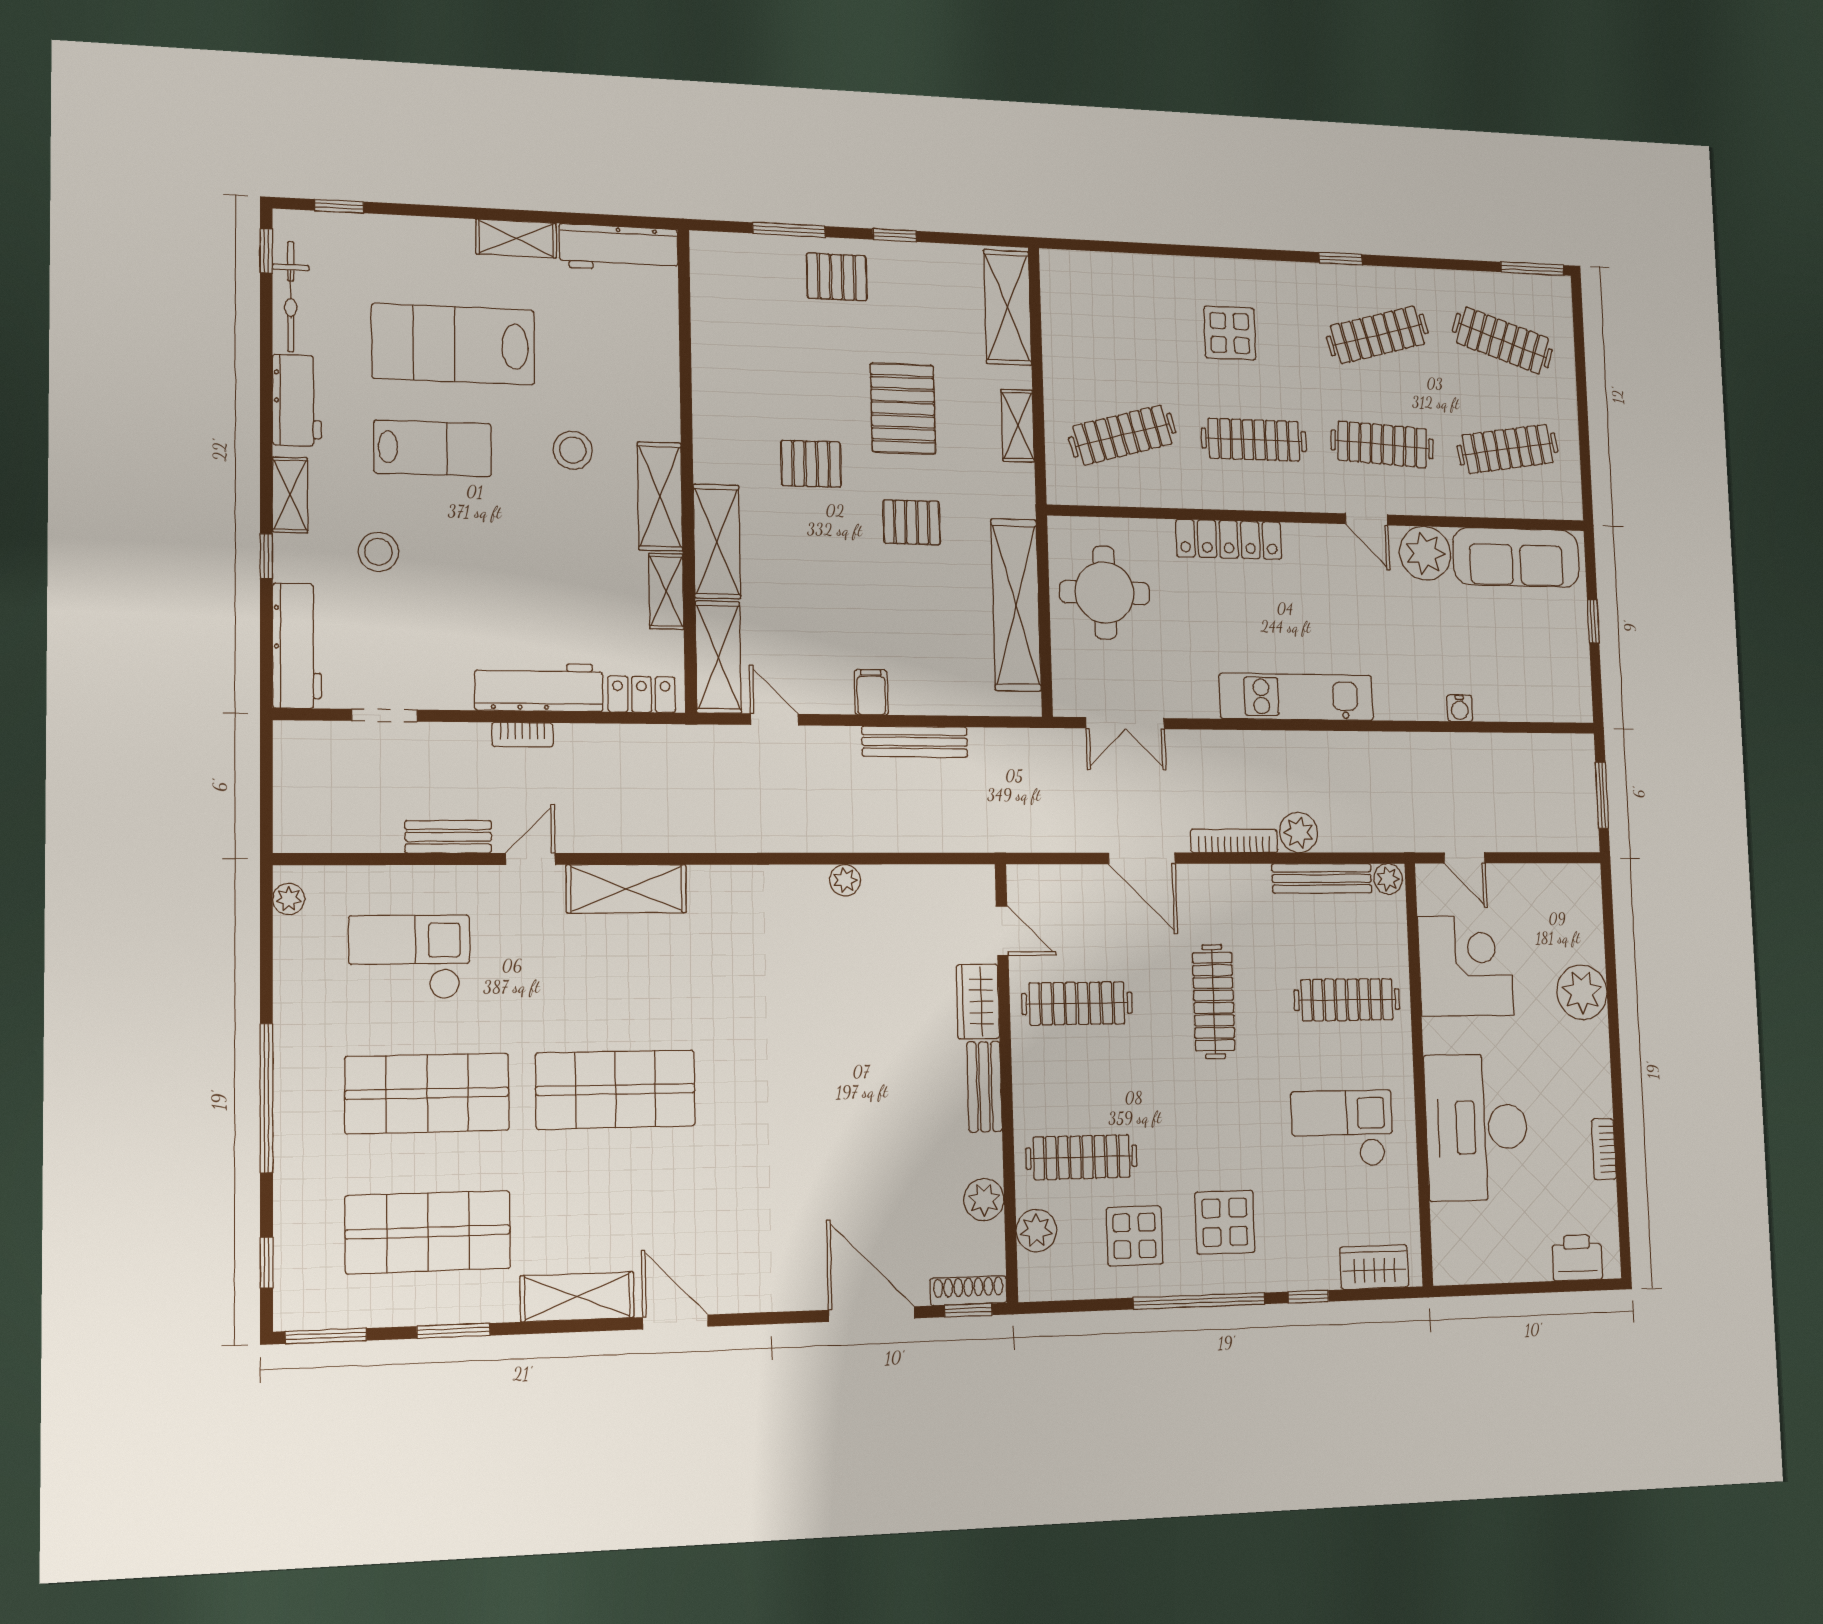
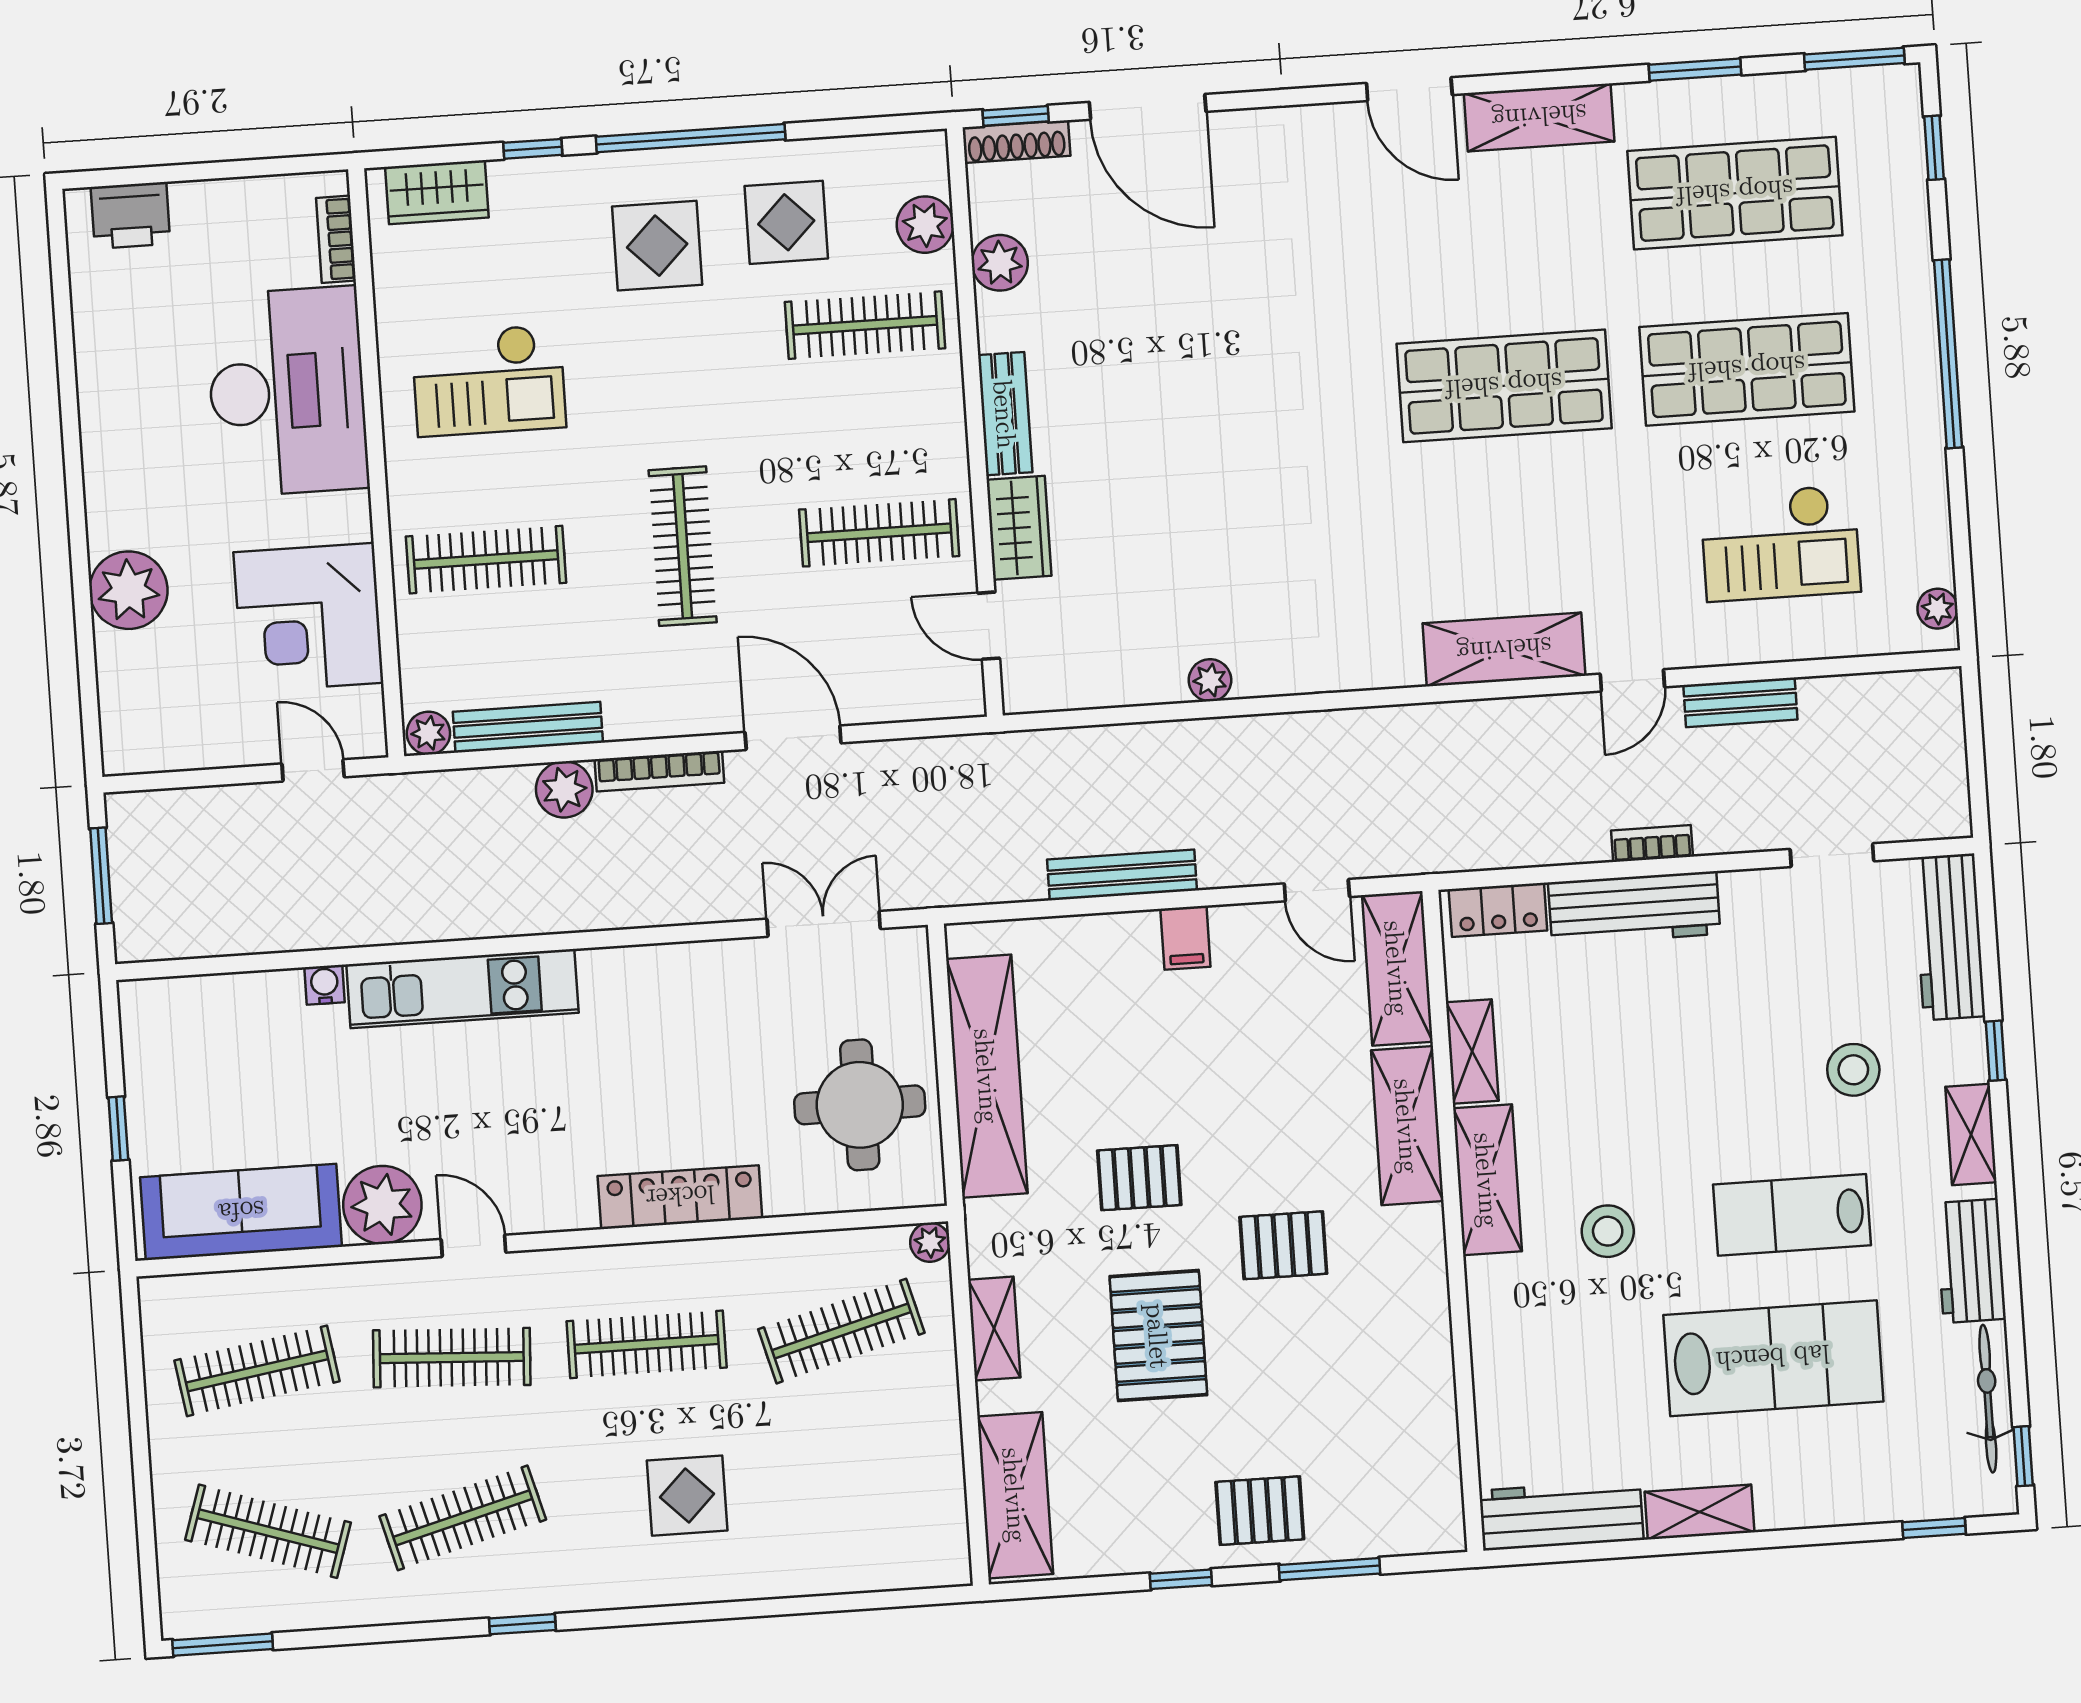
plant: (1060, 491) -> (930, 1242), added
kitchen unit: (1296, 697) -> (462, 989), moved
bookcase: (1604, 1149) -> (336, 239), moved, turned 180

